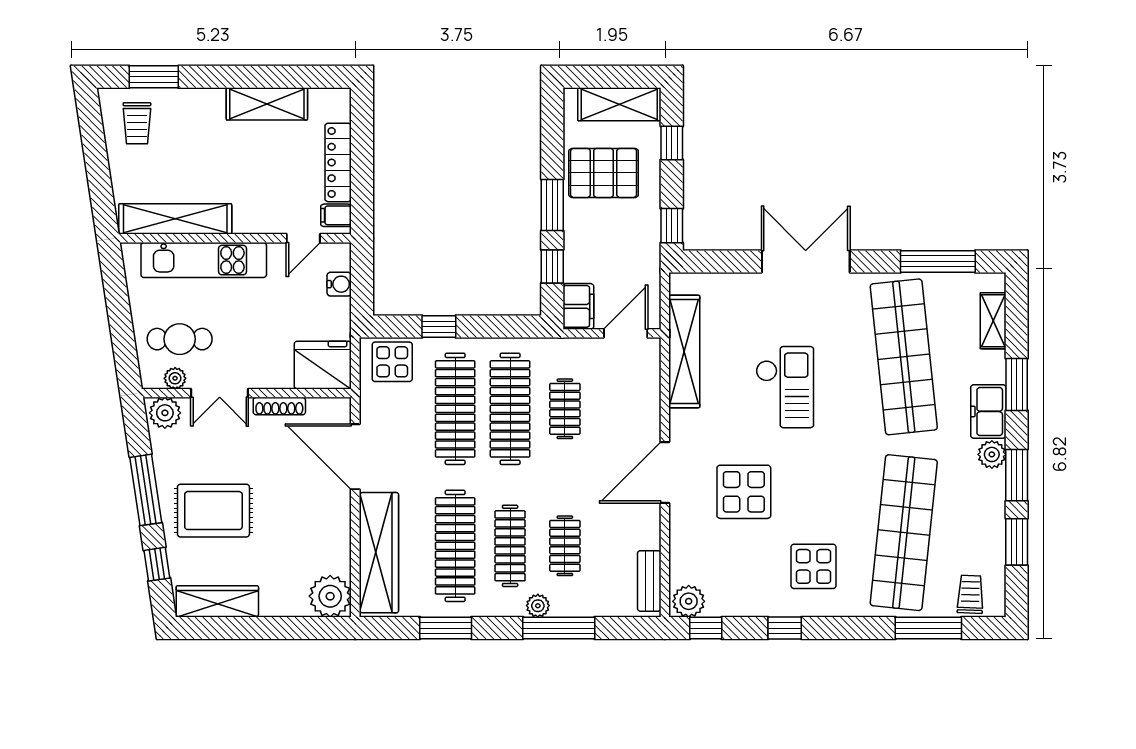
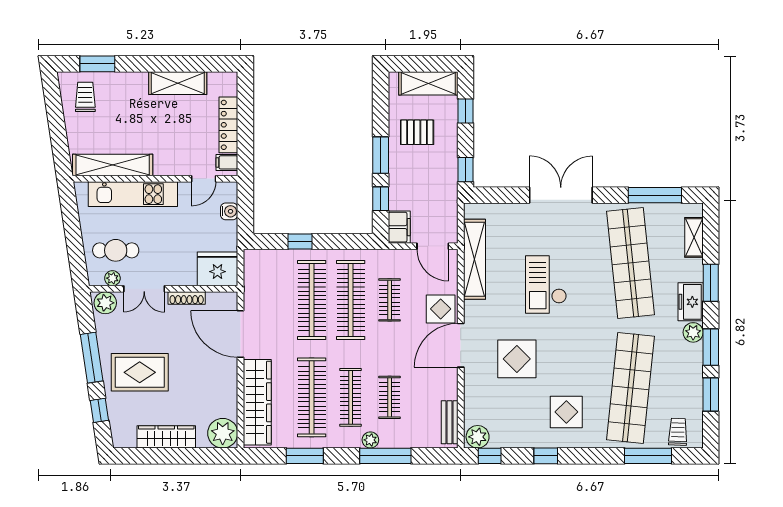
trolley: (137, 123) -> (85, 97), turned 180
pallet: (604, 173) -> (417, 132), width x0.67, depth x0.71
door: (626, 333) -> (433, 246), swing flipped
display table: (392, 362) -> (441, 309), moved
checkout: (785, 387) -> (546, 285), turned 180
wardrobe: (217, 601) -> (166, 437), moved

